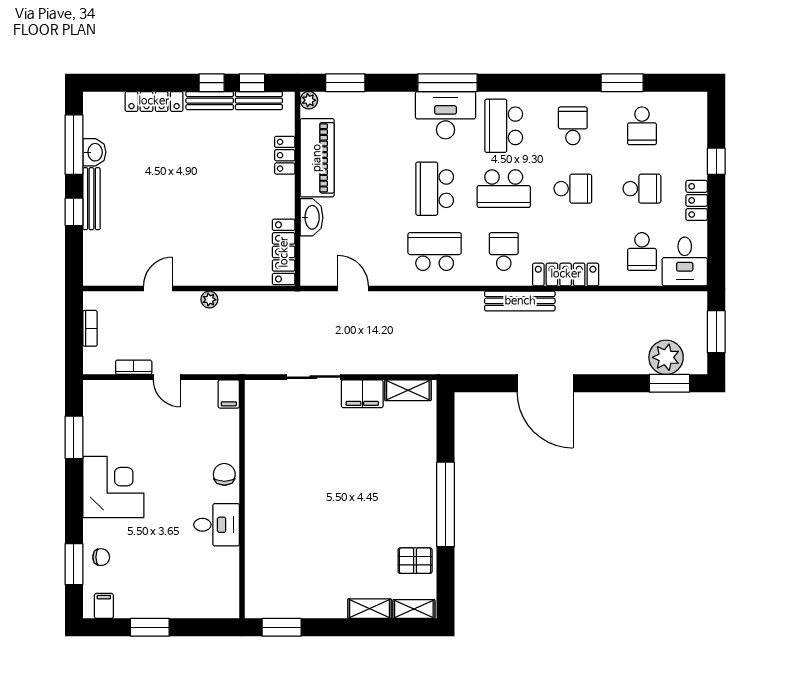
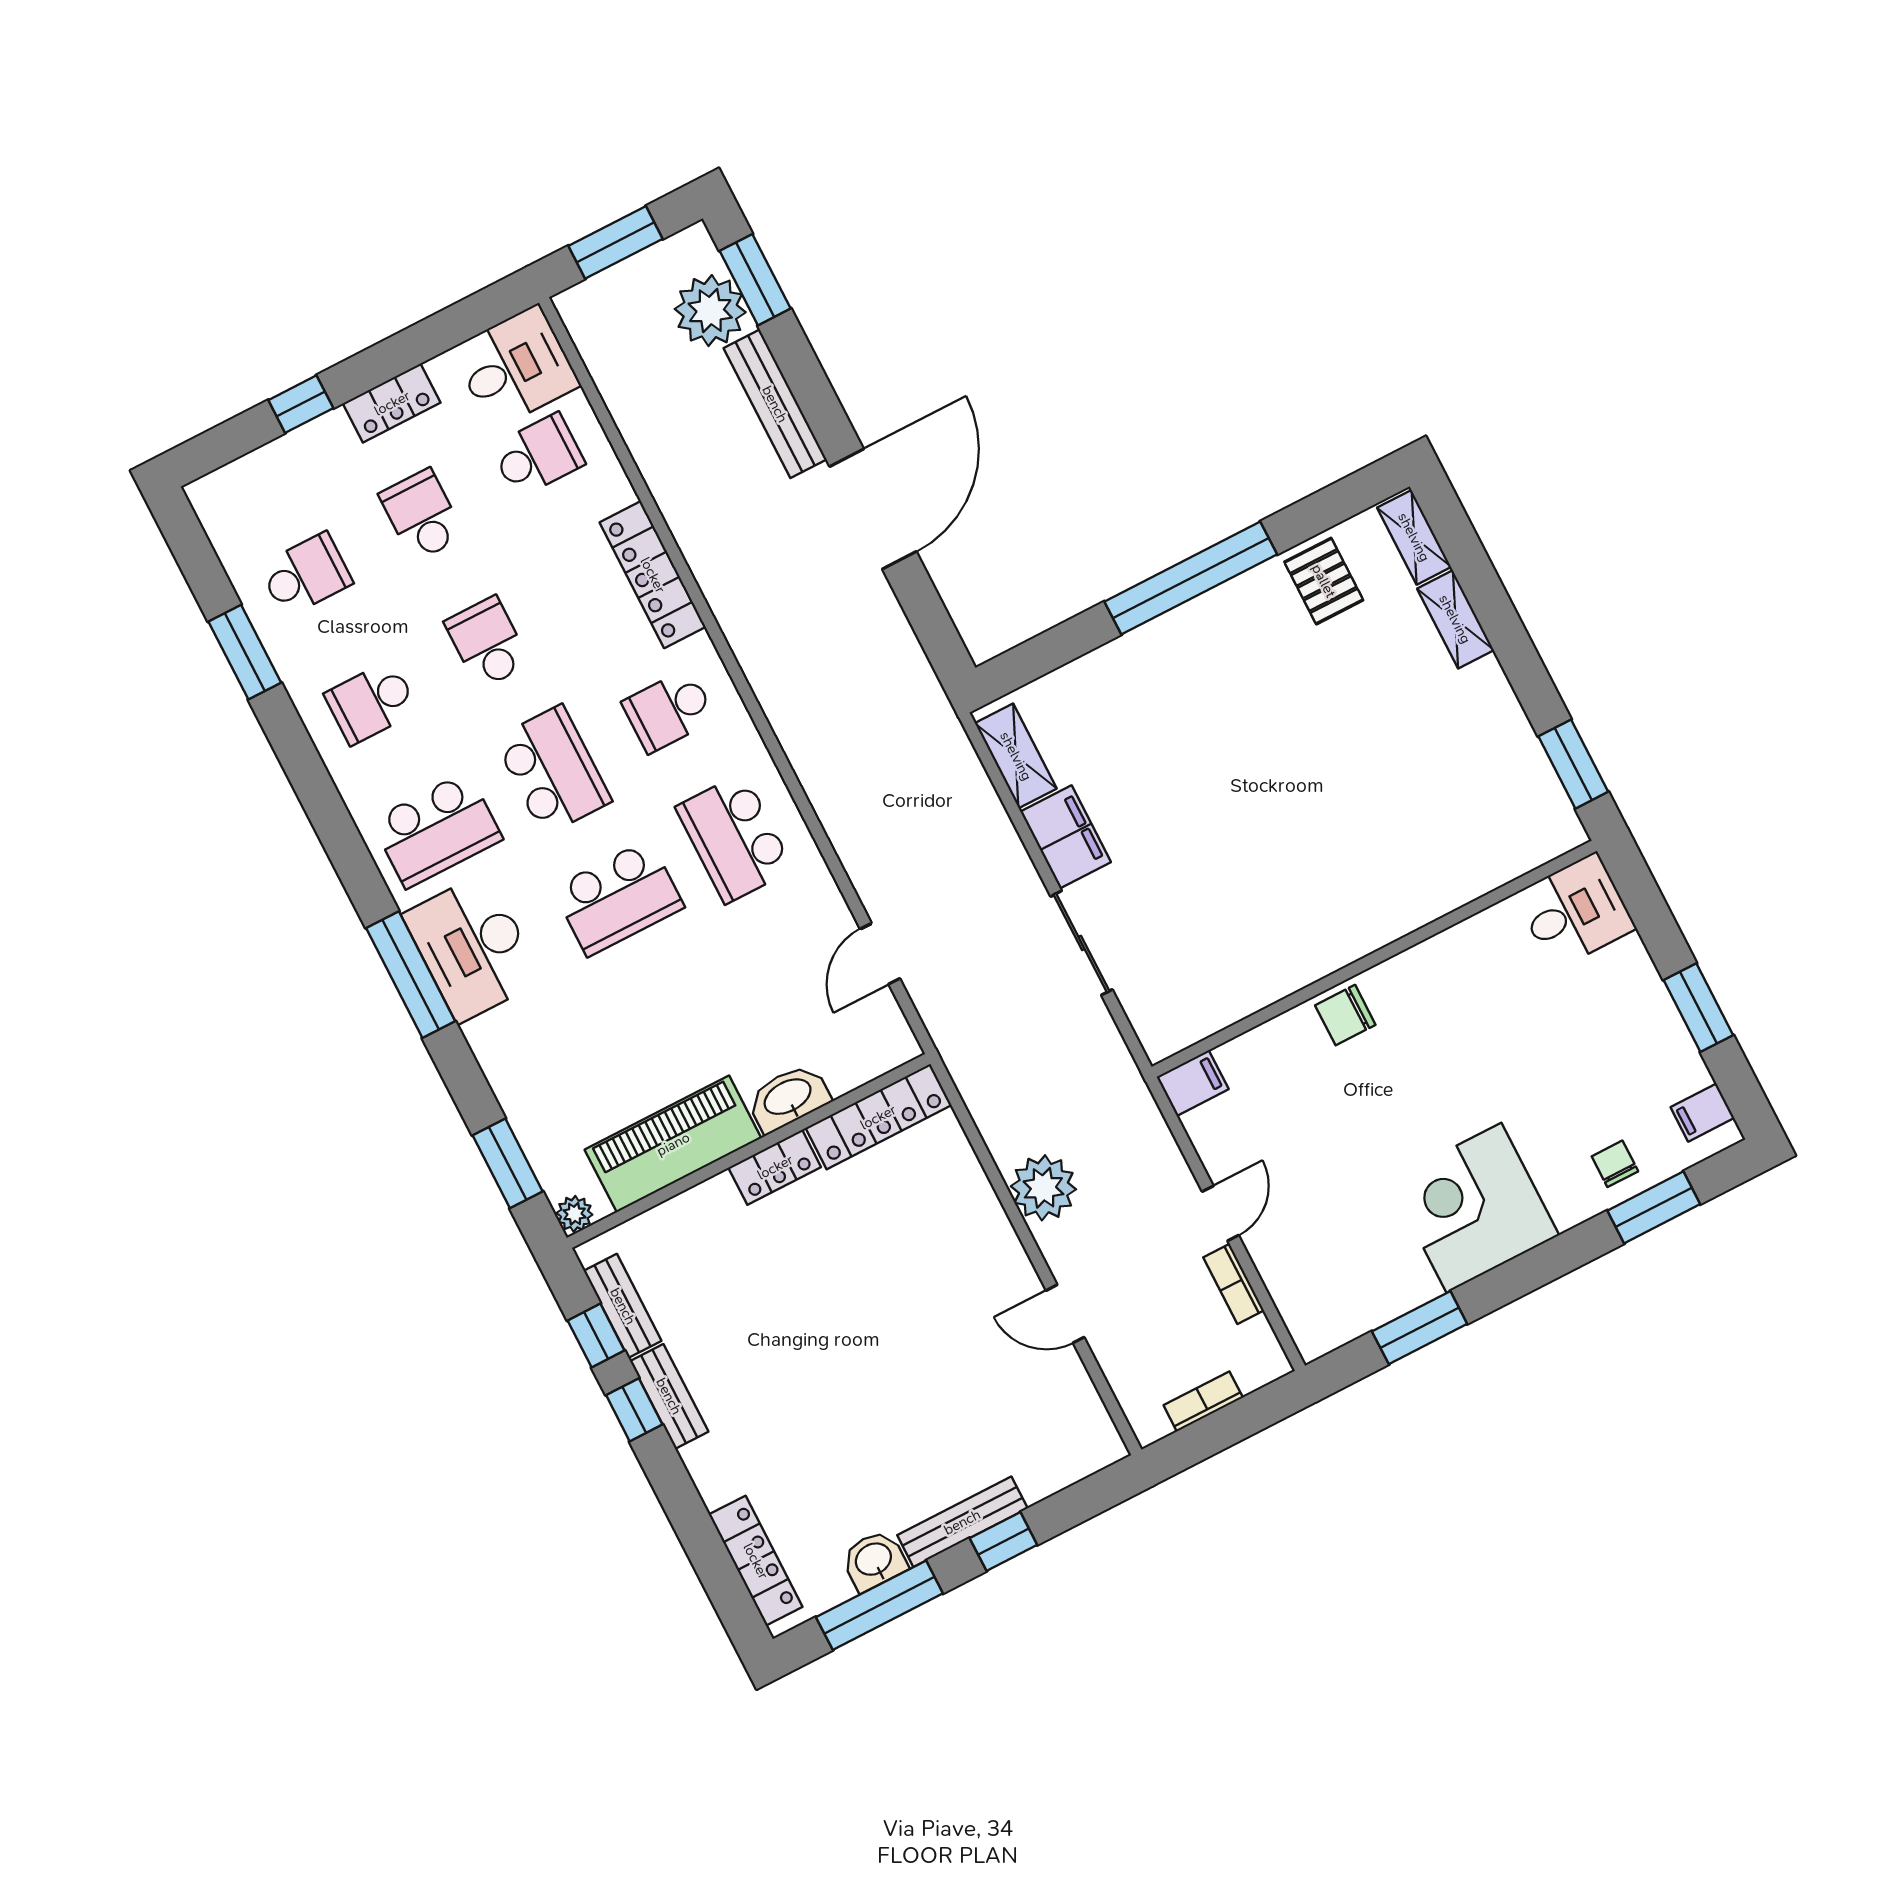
locker: (154, 101) -> (756, 1561), moved
locker: (285, 155) -> (775, 1167), moved
plant: (209, 300) -> (1043, 1188), width x1.87, depth x1.87
bench: (520, 301) -> (775, 404), moved
desk: (217, 525) -> (1575, 911), moved, turned 90

